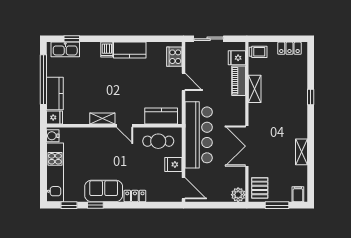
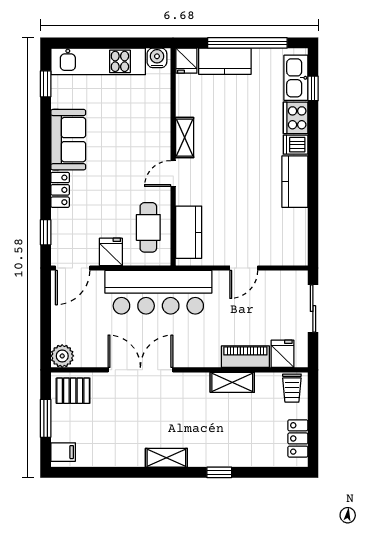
cooker: (174, 57) -> (296, 118), moved, turned -90
shelving: (301, 152) -> (166, 458), moved
window: (95, 205) -> (46, 232), moved

